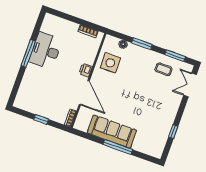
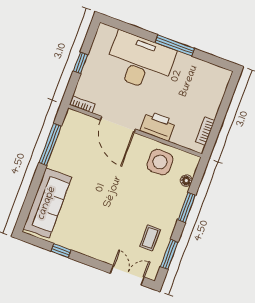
desk: (46, 51) -> (140, 62), moved, width x1.36, depth x1.30
printer: (86, 70) -> (158, 126), width x1.87, depth x1.48
door: (84, 93) -> (118, 124), hinge flipped
sofa: (112, 132) -> (47, 203), moved
window: (118, 147) -> (50, 144), moved

